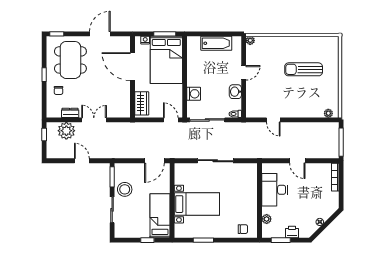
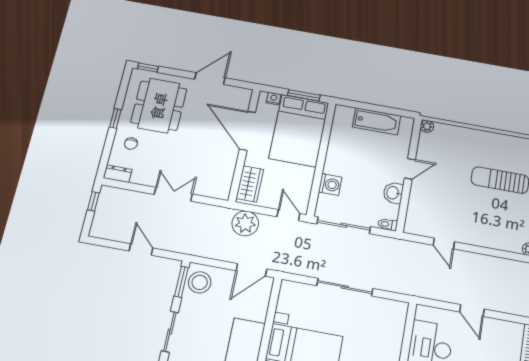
dresser: (70, 113) -> (118, 174), moved
plant: (66, 131) -> (245, 223), moved
stool: (125, 189) -> (200, 282), moved

